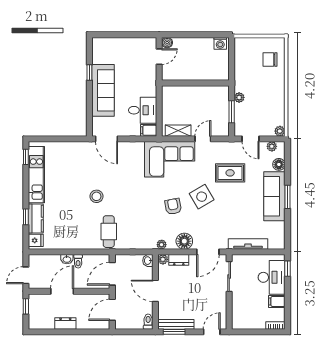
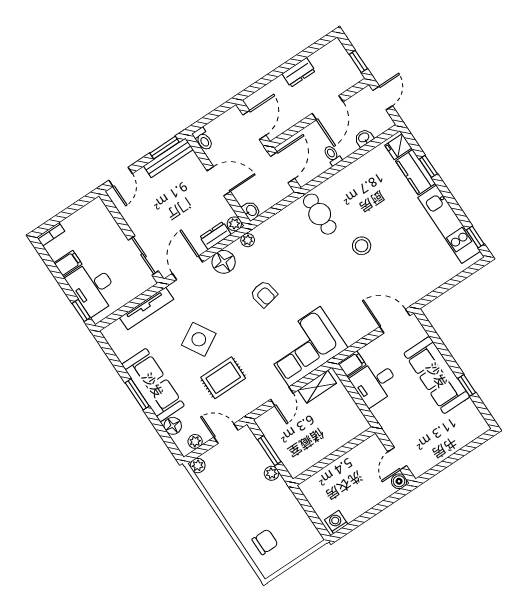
side table: (202, 197) -> (199, 339), moved
washbasin: (67, 259) -> (364, 138), moved

